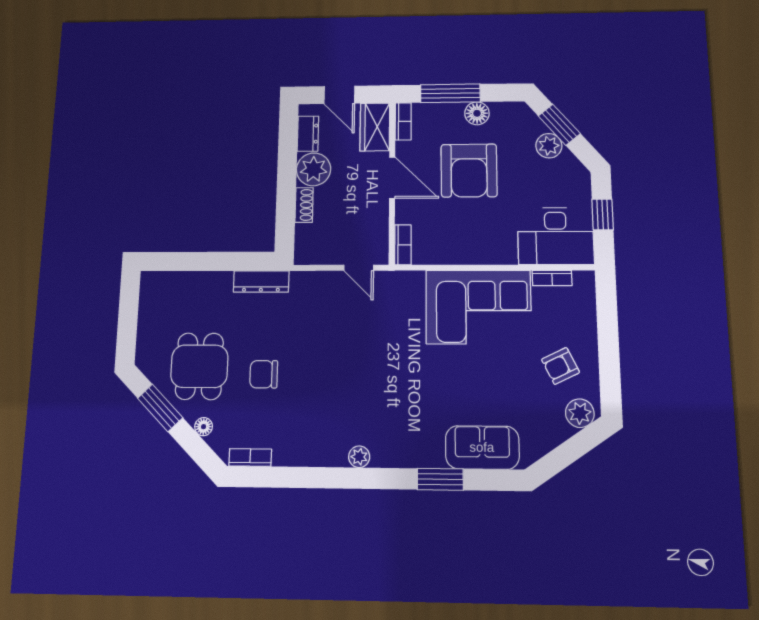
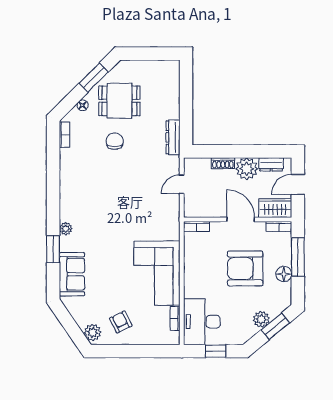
door: (392, 178) -> (241, 219), swing flipped
door: (359, 268) -> (182, 184), moved
plant: (359, 457) -> (66, 229), moved

